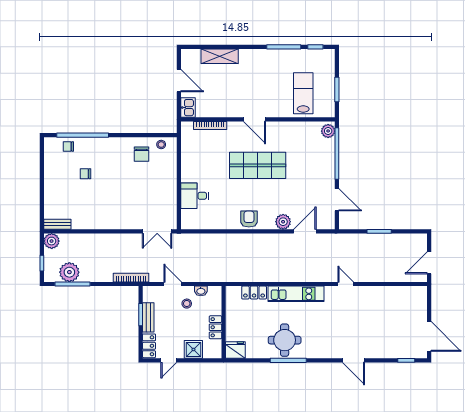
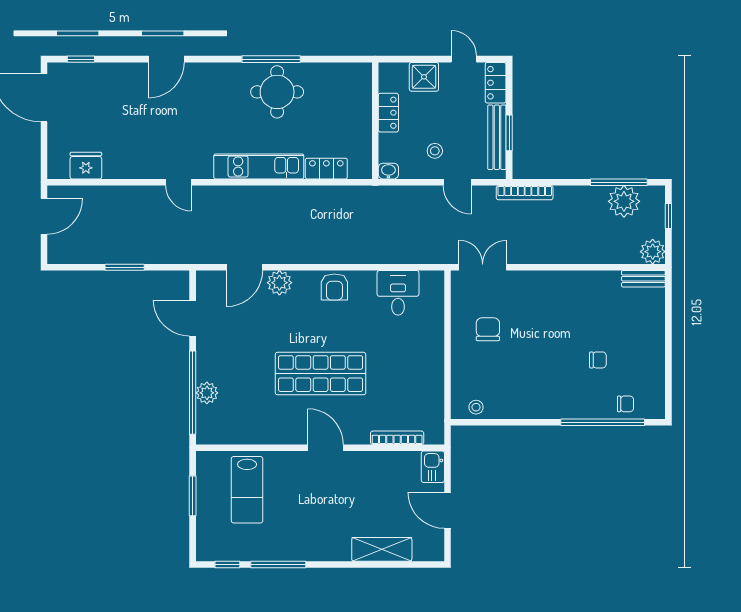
plant: (328, 131) -> (207, 393), moved
chair: (141, 154) -> (488, 329), moved
desk: (195, 196) -> (398, 293), moved, turned -90
washbasin: (201, 291) -> (388, 171), moved
bench: (148, 317) -> (497, 137), width x1.36
fridge: (235, 350) -> (86, 166), moved, turned 180
door: (169, 360) -> (464, 59), hinge flipped
door: (353, 360) -> (166, 59), swing flipped

